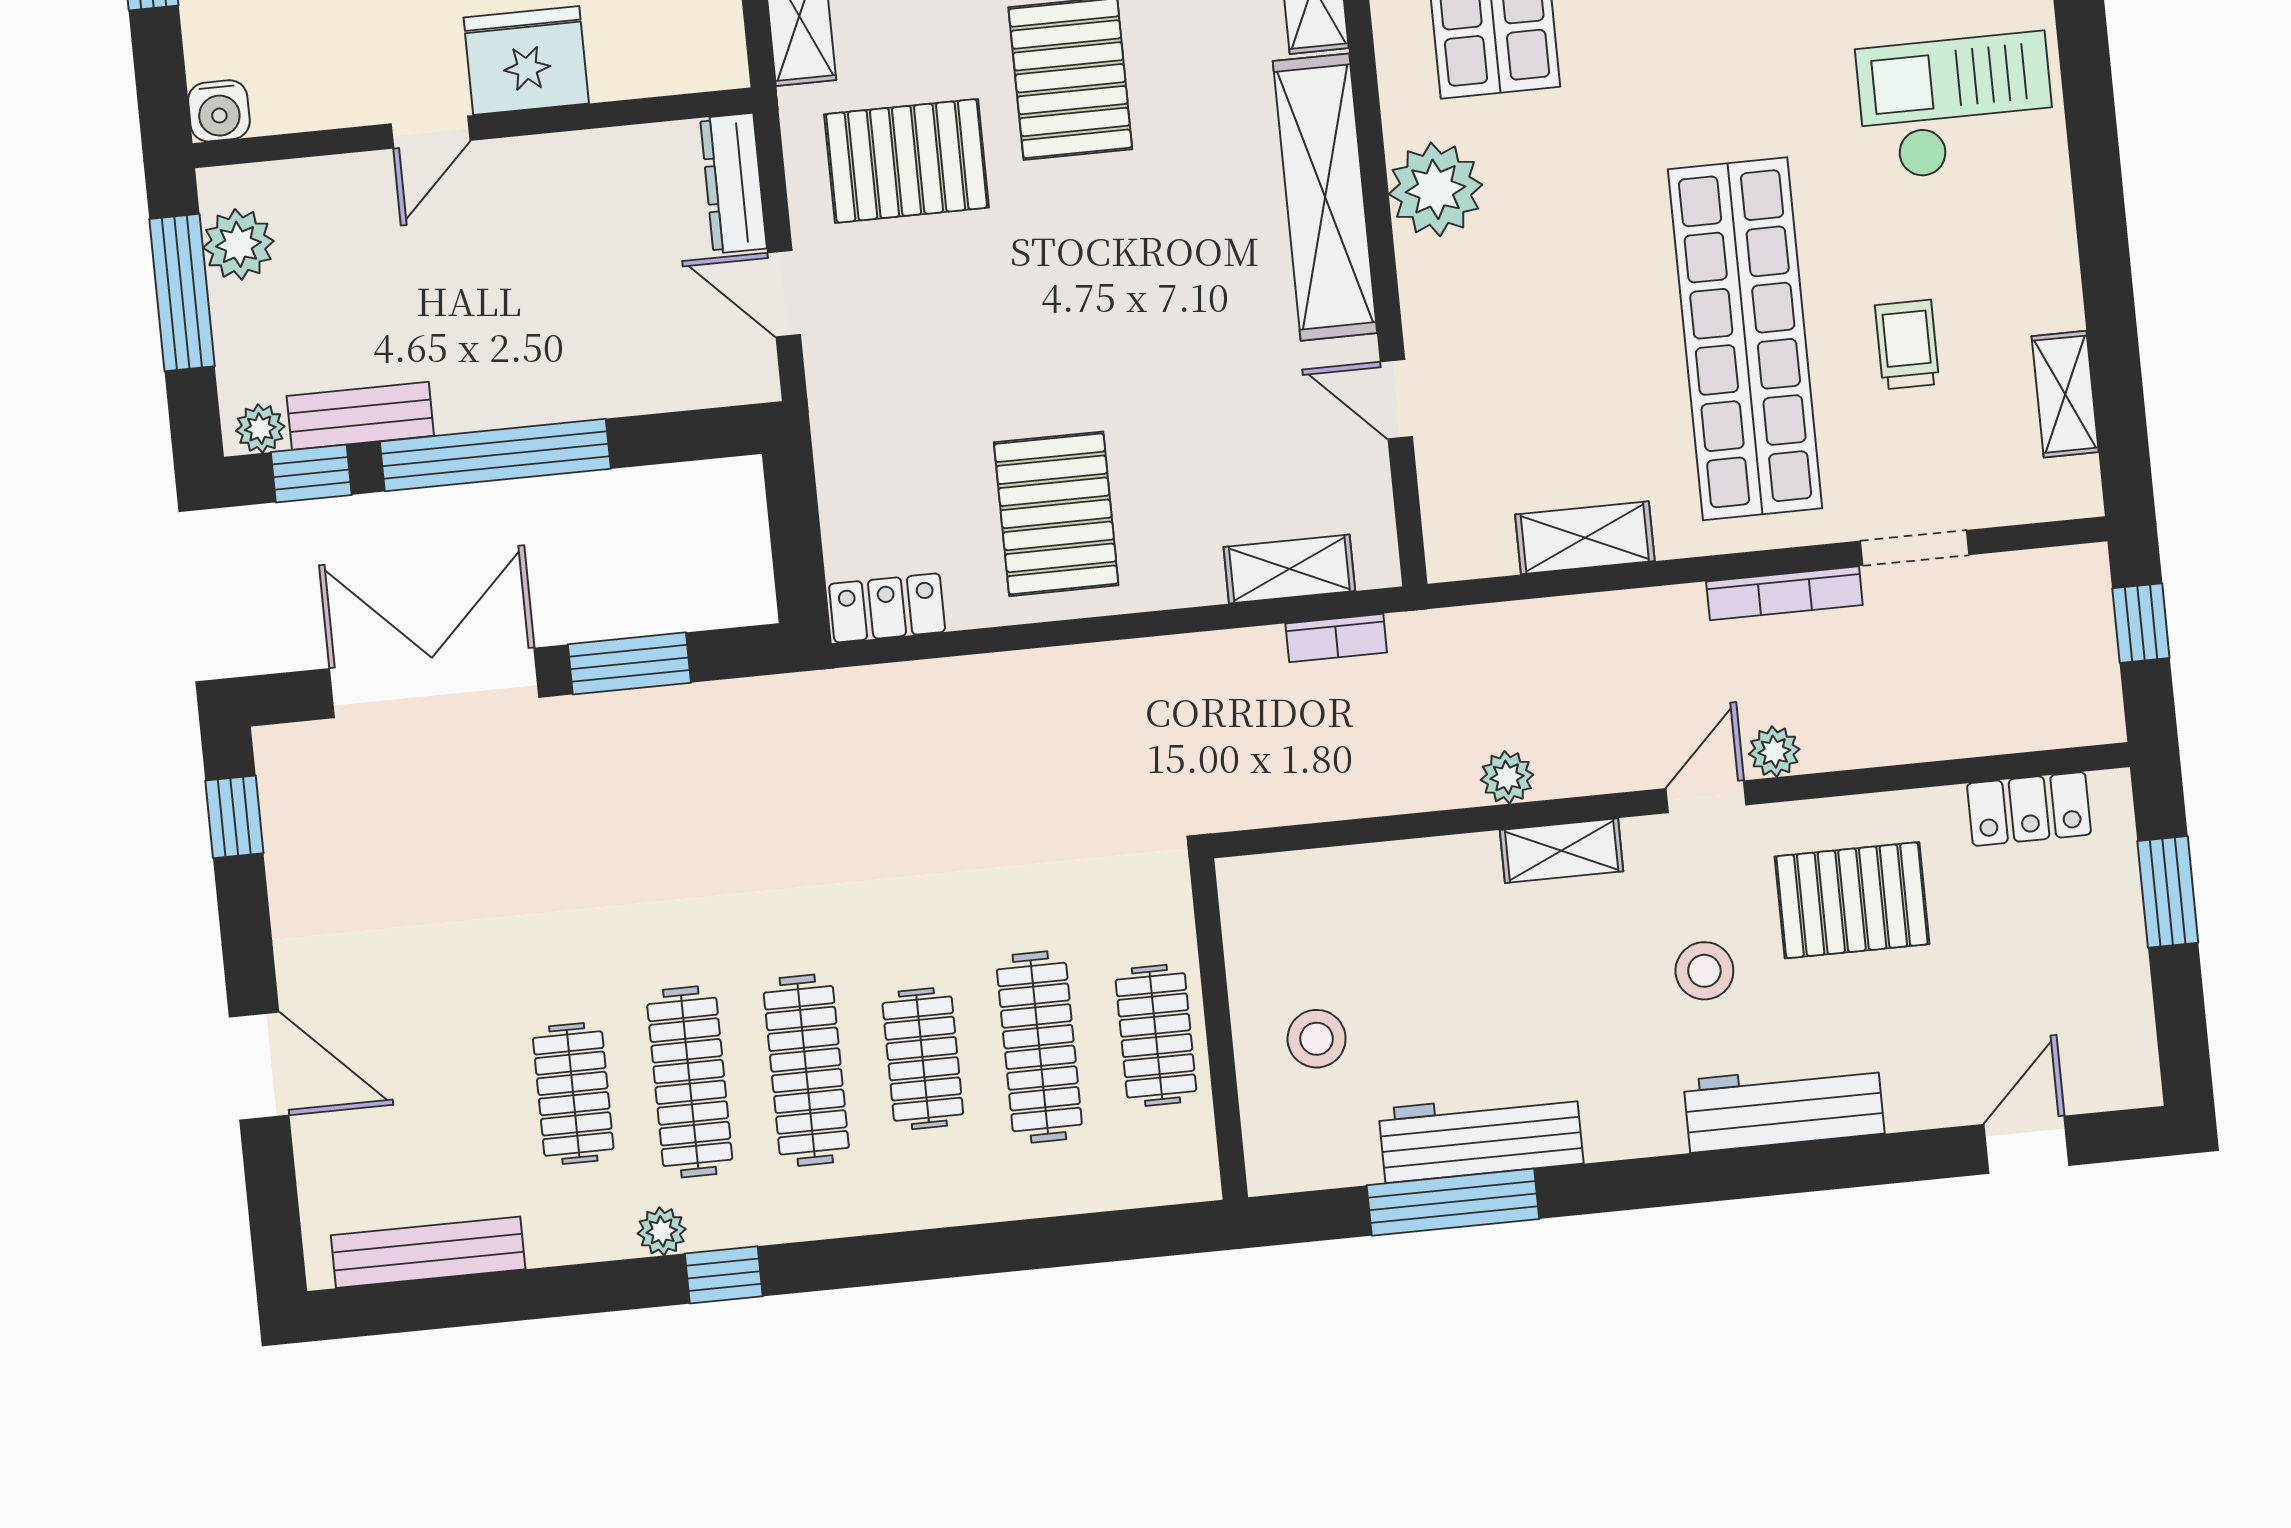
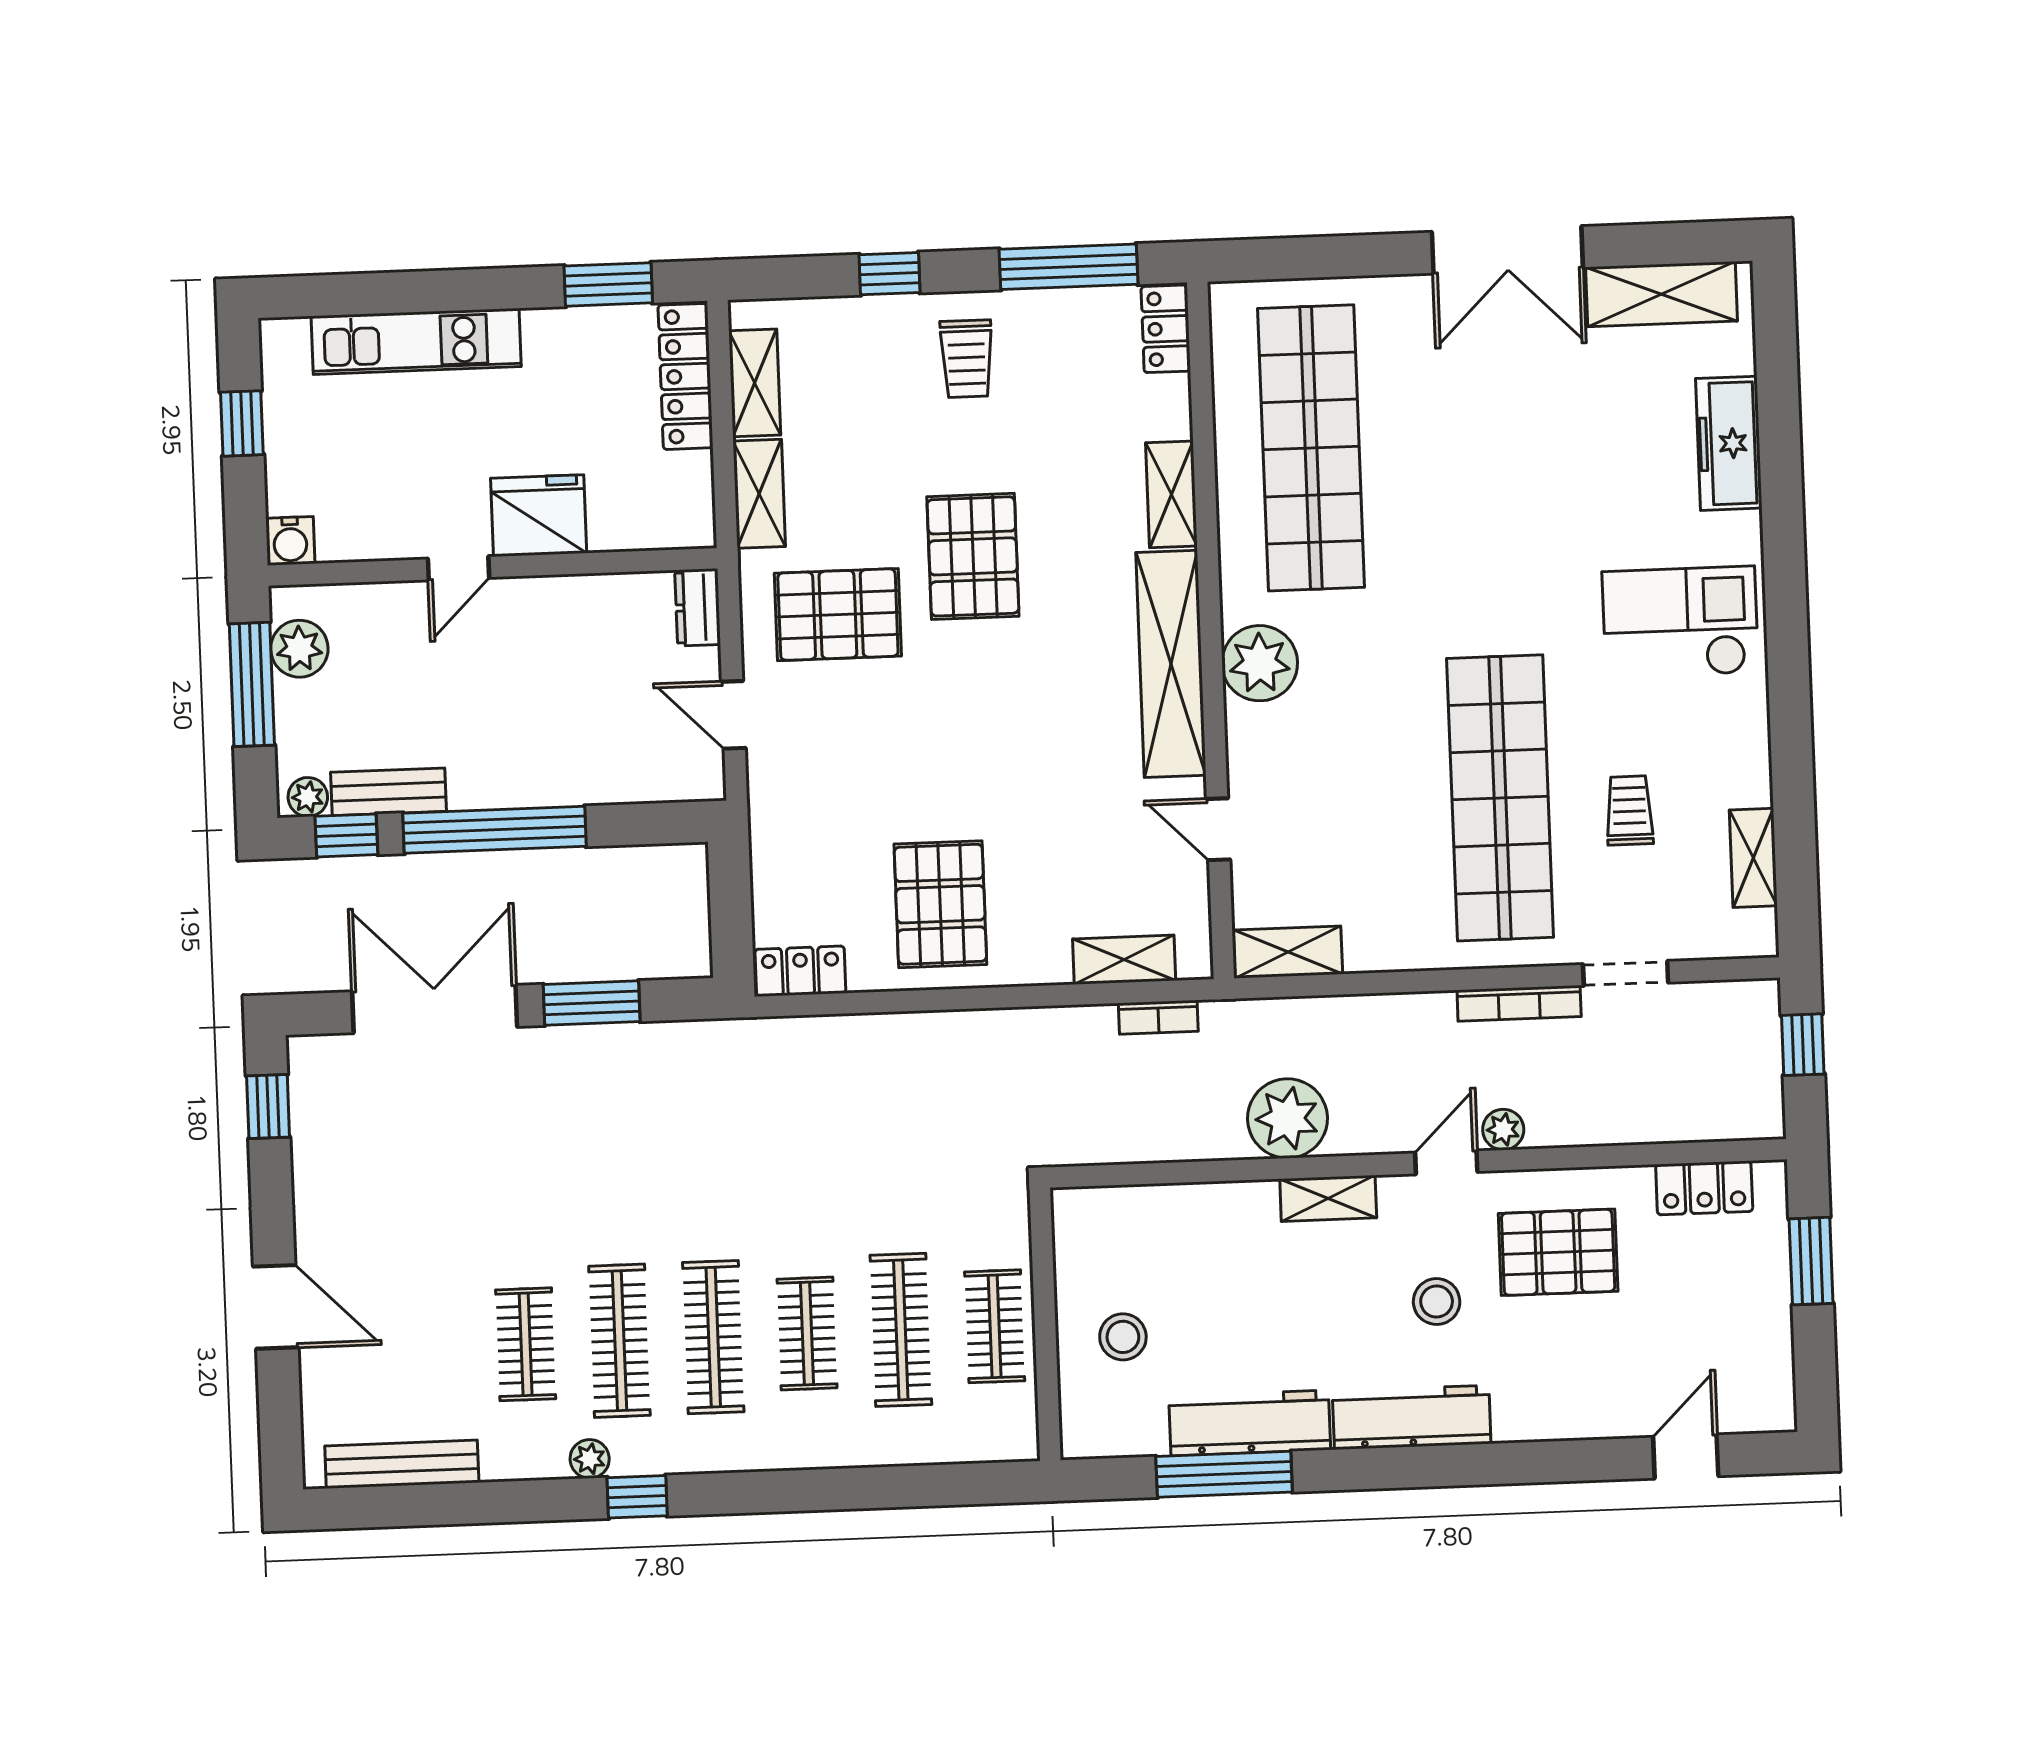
dresser: (733, 183) -> (698, 607), width x0.70
shelving: (1585, 538) -> (1288, 952), moved
plant: (1507, 777) -> (1287, 1118), width x1.88, depth x1.88
workbench: (1784, 1107) -> (1412, 1417), moved

